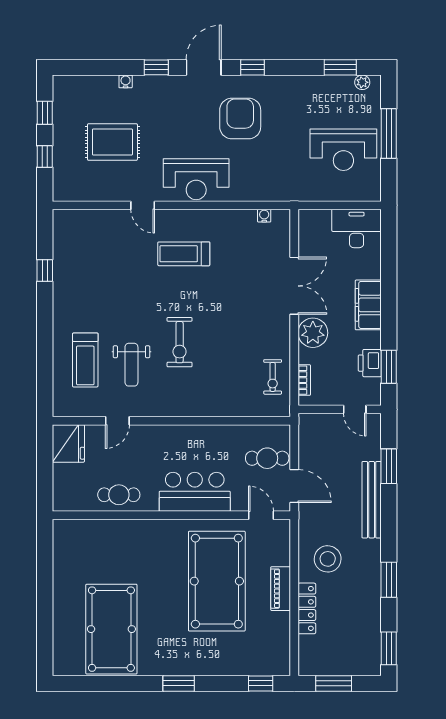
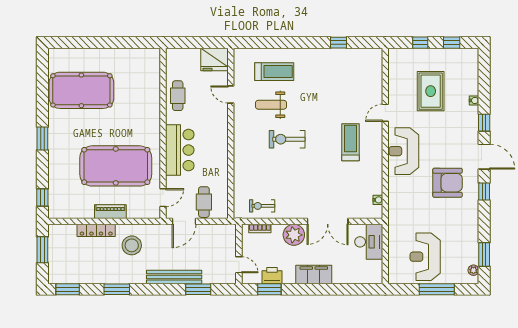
desk: (357, 228) -> (369, 242), moved
treadmill: (85, 360) -> (274, 72), turned 180
door: (355, 409) -> (239, 265), swing flipped

